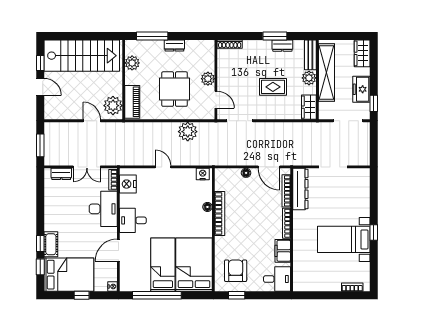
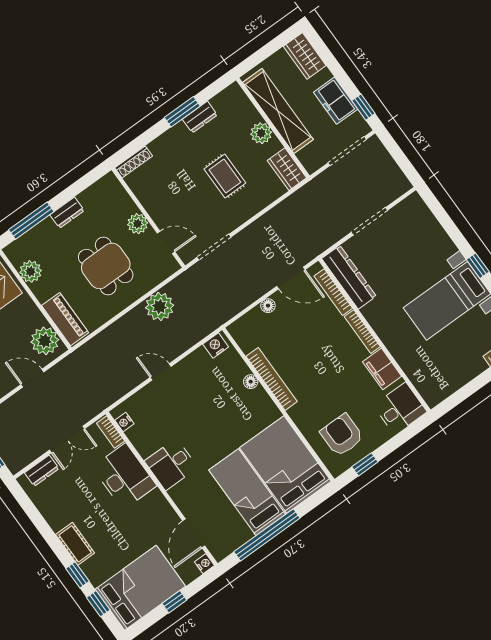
bench: (310, 55) -> (242, 104), removed
rug: (273, 87) -> (225, 176), turned 90
nightstand: (128, 184) -> (124, 422), width x0.53, depth x0.56
cot: (51, 244) -> (75, 544), moved
door: (118, 250) -> (194, 533), moved

